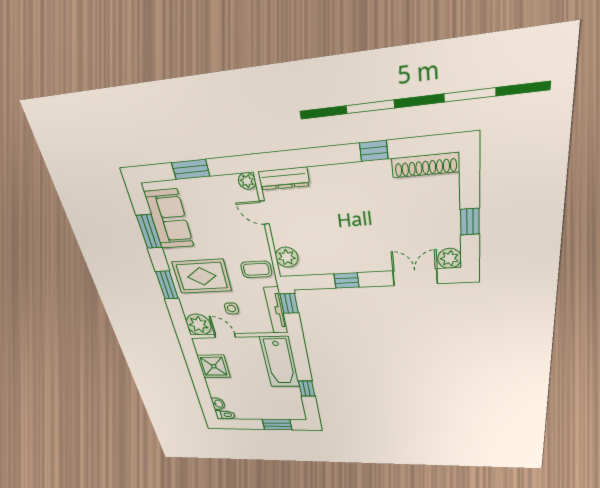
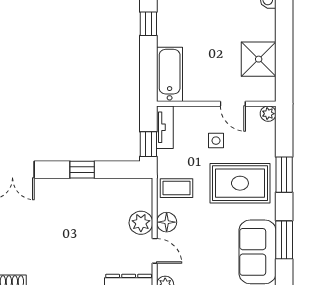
floor lamp: (259, 240) -> (167, 222), added
plant: (287, 257) -> (141, 223), moved
tv unit: (276, 310) -> (165, 127), width x0.71
plant: (199, 324) -> (268, 114), width x0.53, depth x0.53
bathtub: (280, 362) -> (170, 74), width x0.73, depth x0.73

